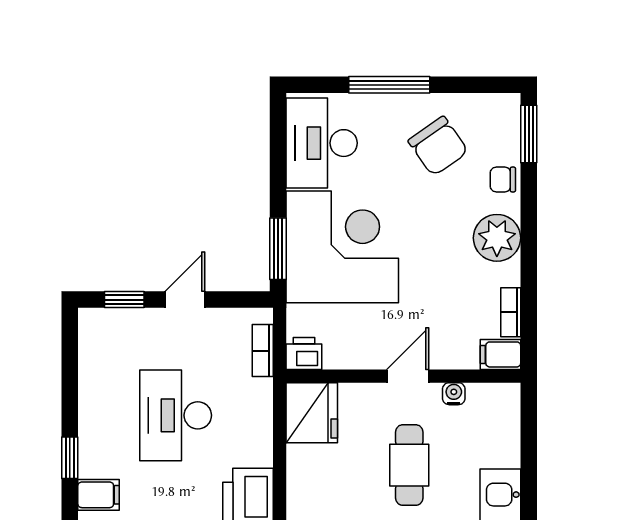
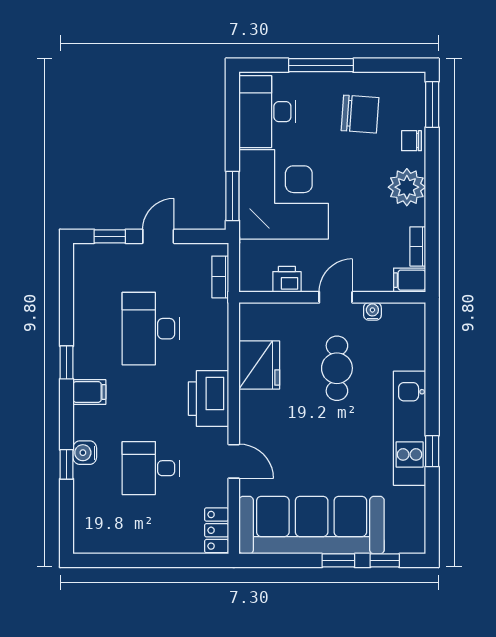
chair: (438, 146) -> (360, 114), turned -51
printer: (304, 353) -> (287, 279), moved
fridge: (312, 413) -> (259, 365), moved

